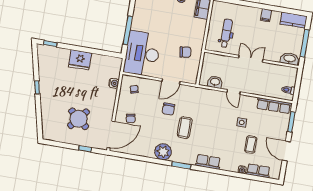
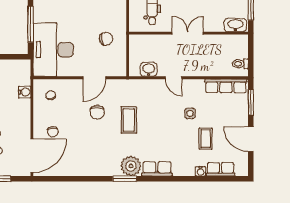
coffee table: (185, 128) -> (129, 120), moved
plant: (163, 152) -> (131, 166), moved

